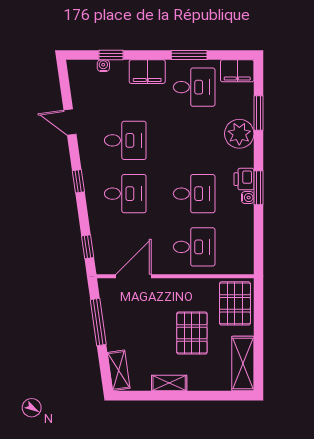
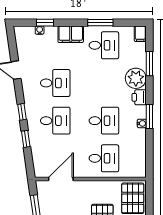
filing cabinet: (237, 71) -> (140, 34), width x0.50
printer: (244, 179) -> (139, 97), moved
window: (88, 247) -> (26, 139), moved

